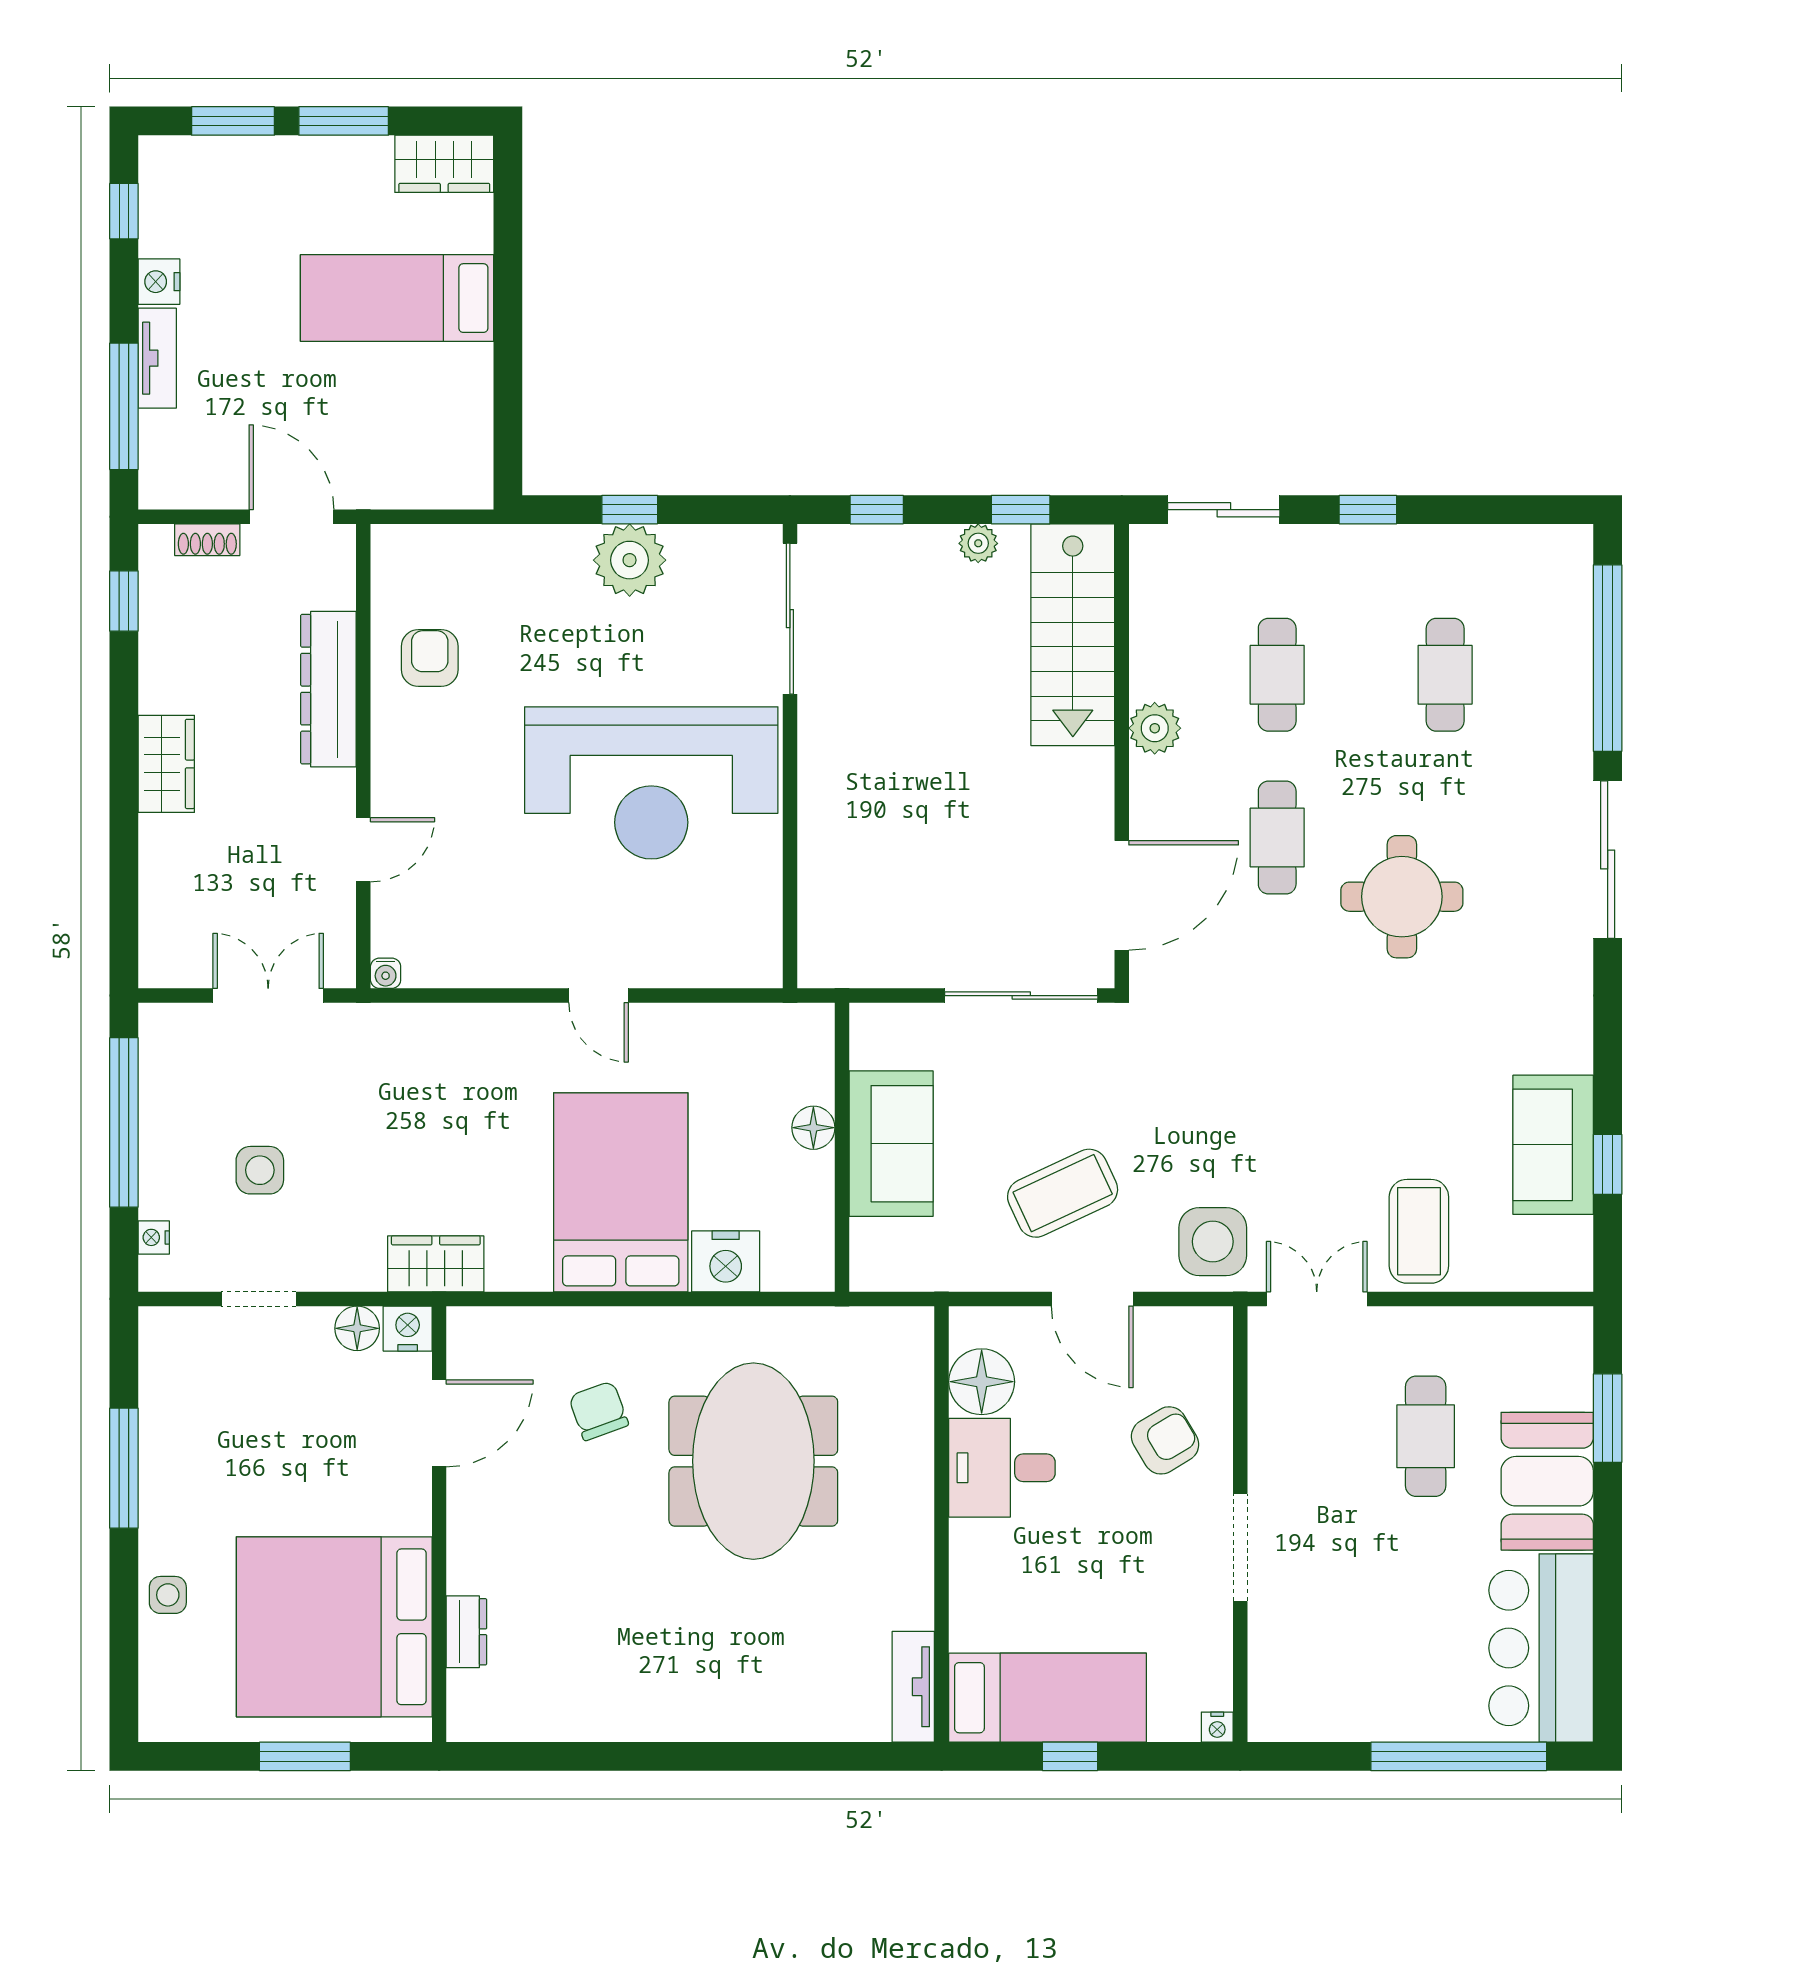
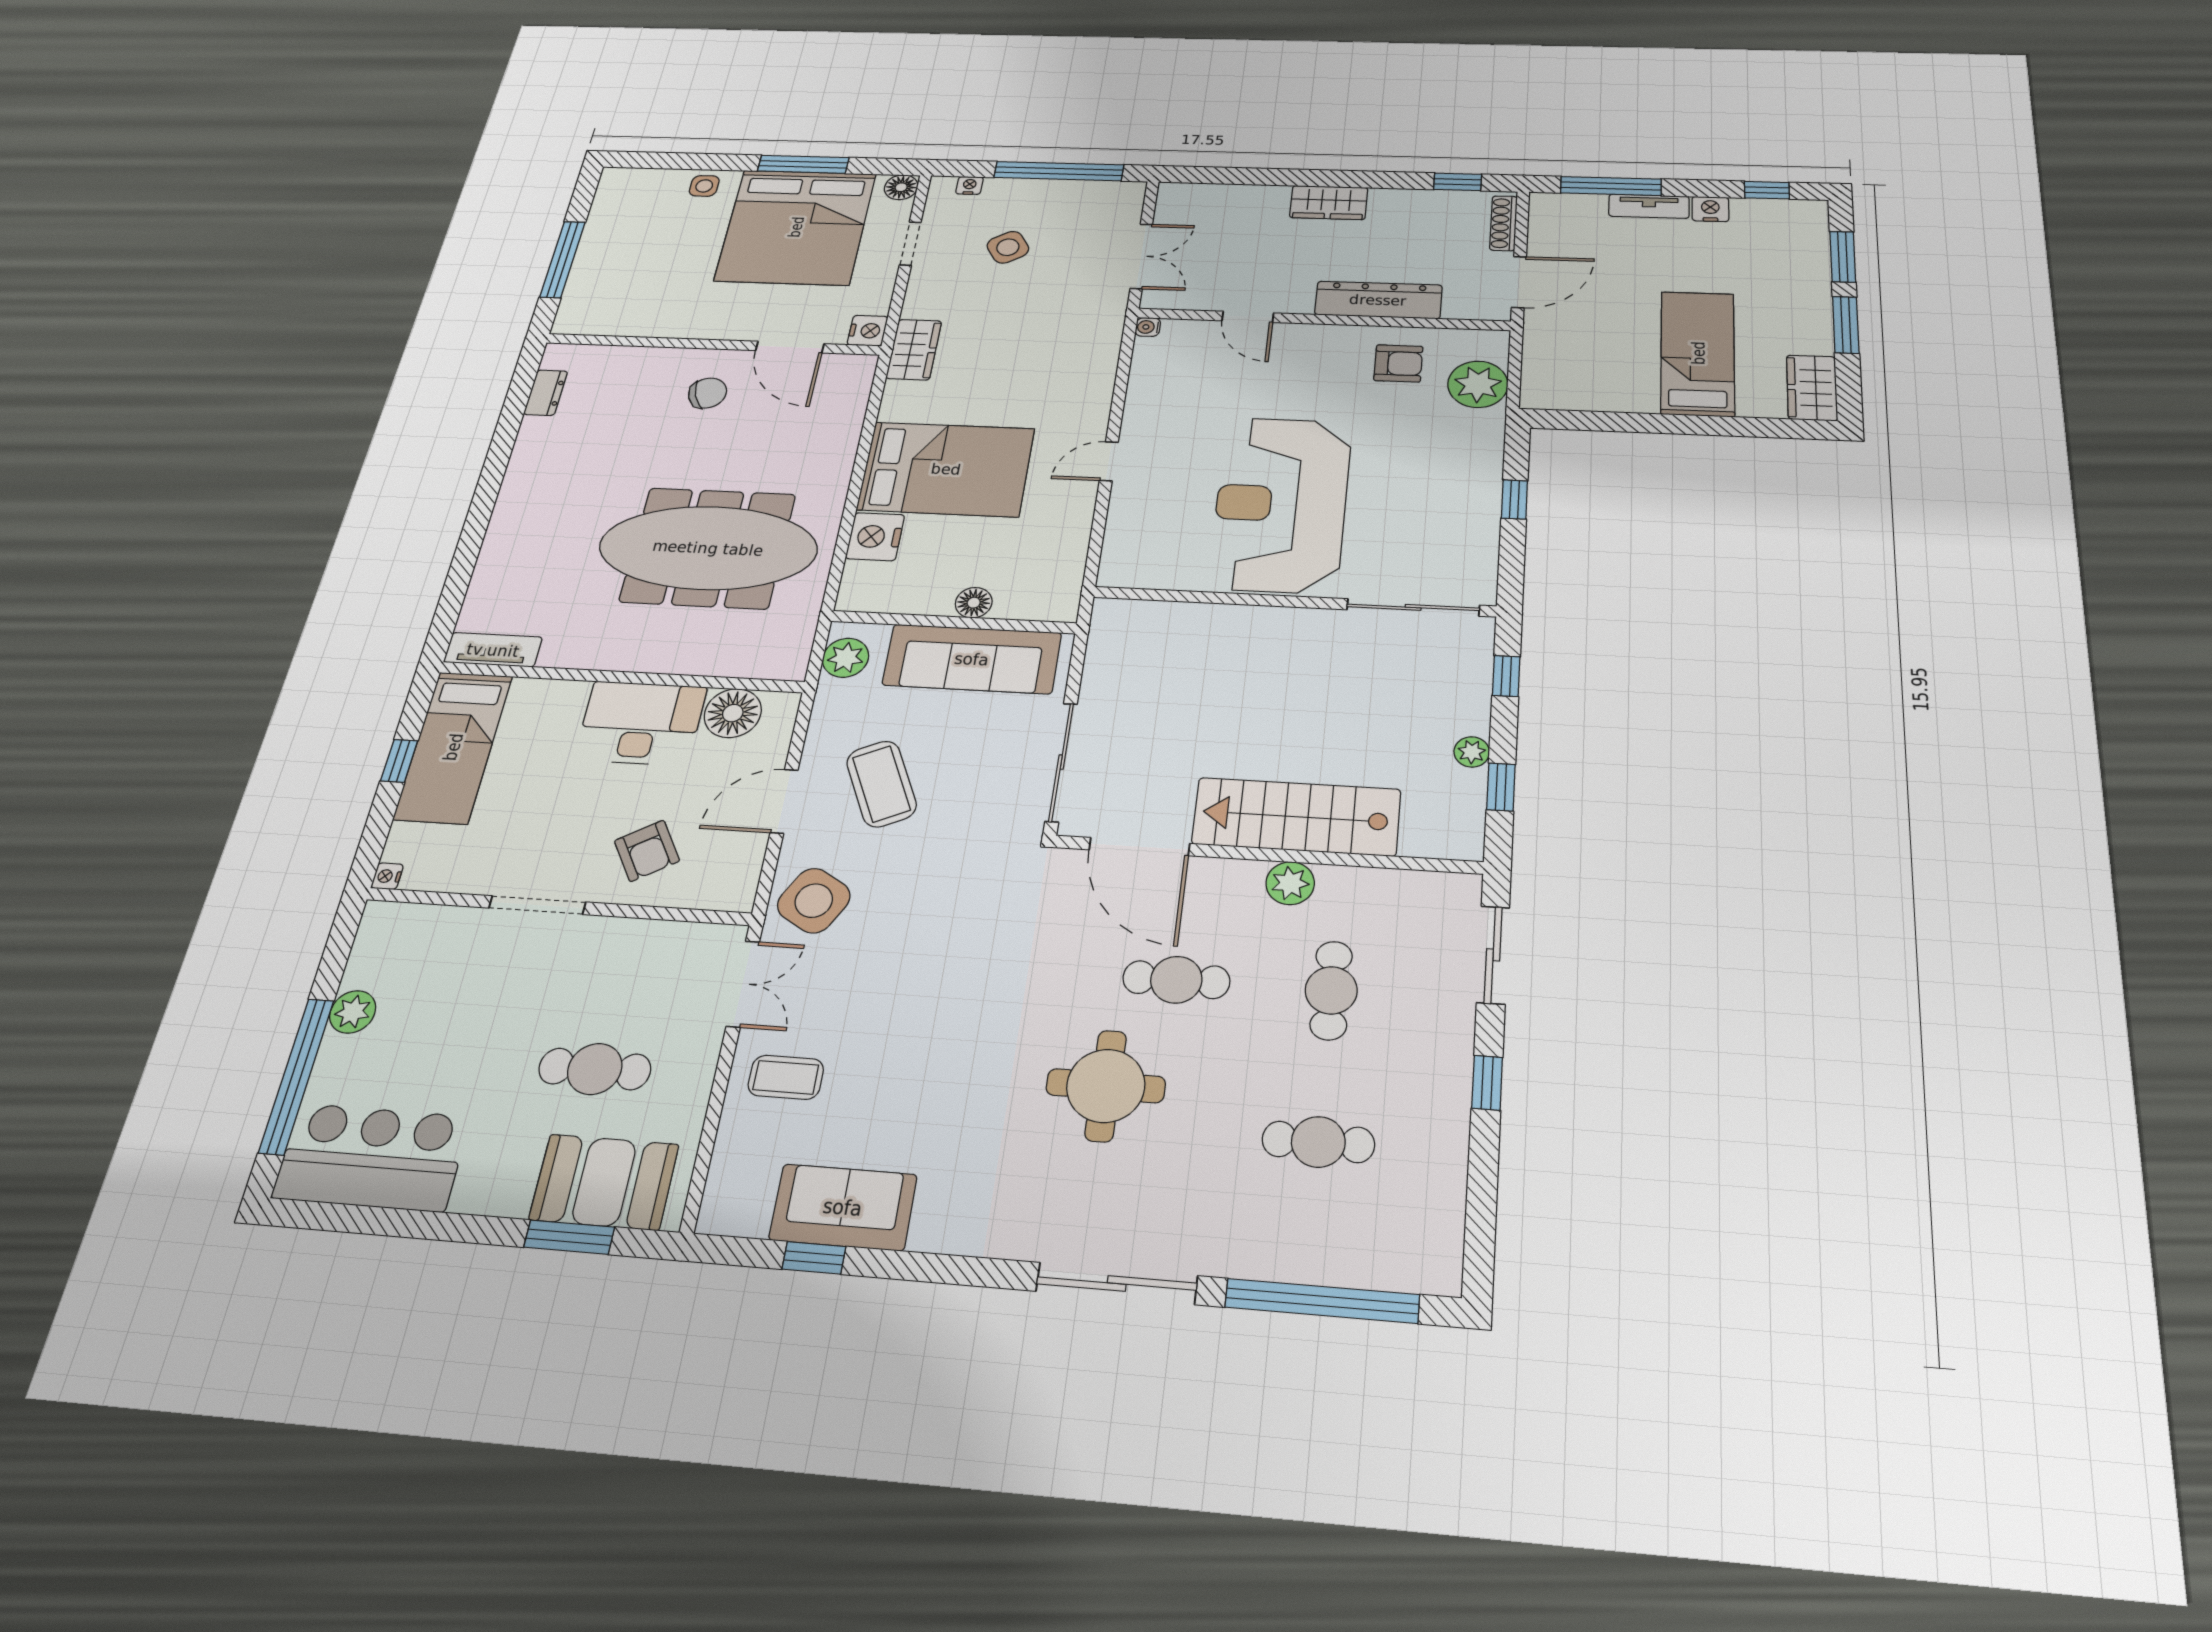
shoe rack: (207, 540) -> (1503, 223), width x1.43
plant: (630, 560) -> (1478, 384), moved
stairs: (1073, 635) -> (1296, 817), moved
cafe table: (1277, 675) -> (1331, 990), turned 90
sofa: (891, 1144) -> (972, 659), width x1.36
side table: (260, 1170) -> (1008, 247), turned -32
coffee table: (1419, 1231) -> (786, 1077), width x0.73, depth x0.77
side table: (1213, 1242) -> (814, 901), turned 30
plant: (899, 1265) -> (846, 658), added
floor lamp: (357, 1328) -> (901, 187), moved
chair: (599, 1411) -> (708, 393), moved
meeting table: (753, 1461) -> (708, 548), width x1.36
desk: (1002, 1468) -> (641, 723), width x1.37
booth: (1547, 1481) -> (604, 1182), moved
bed: (334, 1627) -> (796, 227), moved, turned 180
dresser: (466, 1632) -> (546, 393), moved, turned -90
plant: (1381, 1717) -> (353, 1012), added
window: (305, 1756) -> (563, 259), width x1.44

